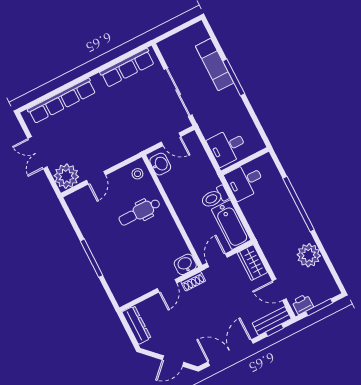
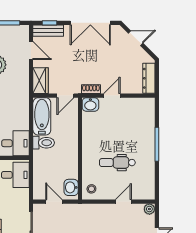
plant: (66, 176) -> (149, 209), width x0.53, depth x0.53
dental chair: (140, 212) -> (117, 163), moved, turned 180
printer: (303, 304) -> (19, 31), removed

